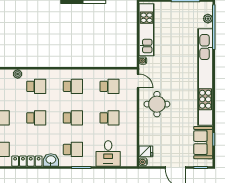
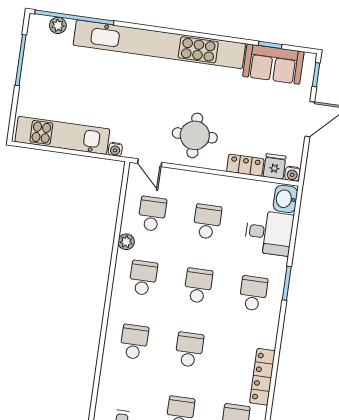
plant: (18, 74) -> (126, 242), moved
door: (138, 81) -> (150, 163), swing flipped
locker: (144, 135) -> (245, 165), added
washbasin: (51, 160) -> (285, 199), moved

